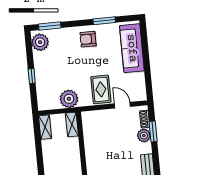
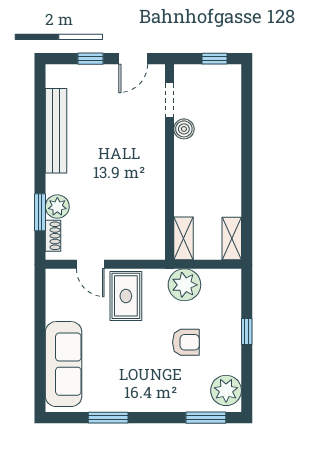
armchair: (88, 39) -> (186, 342), moved

